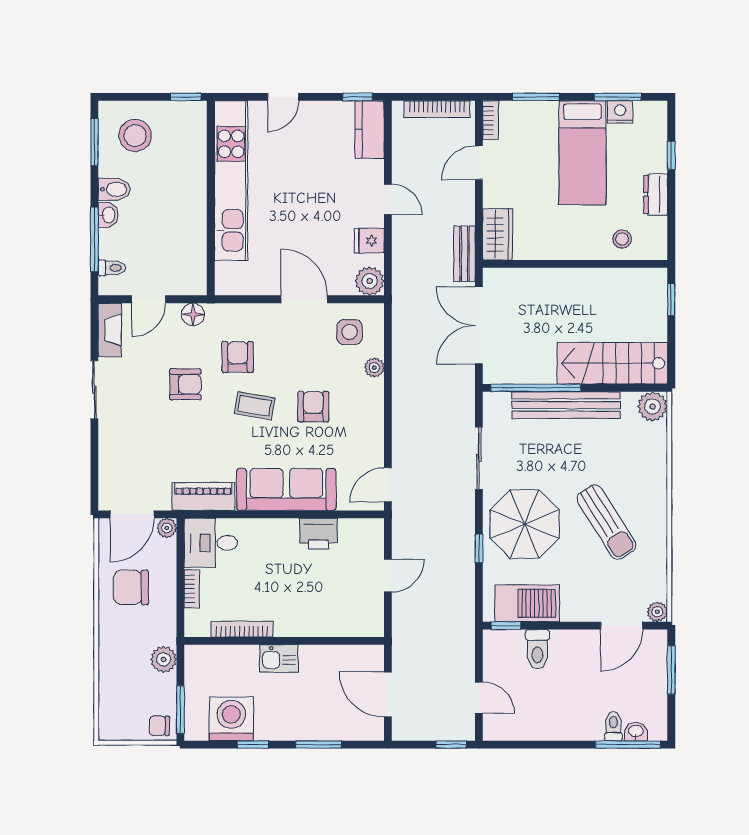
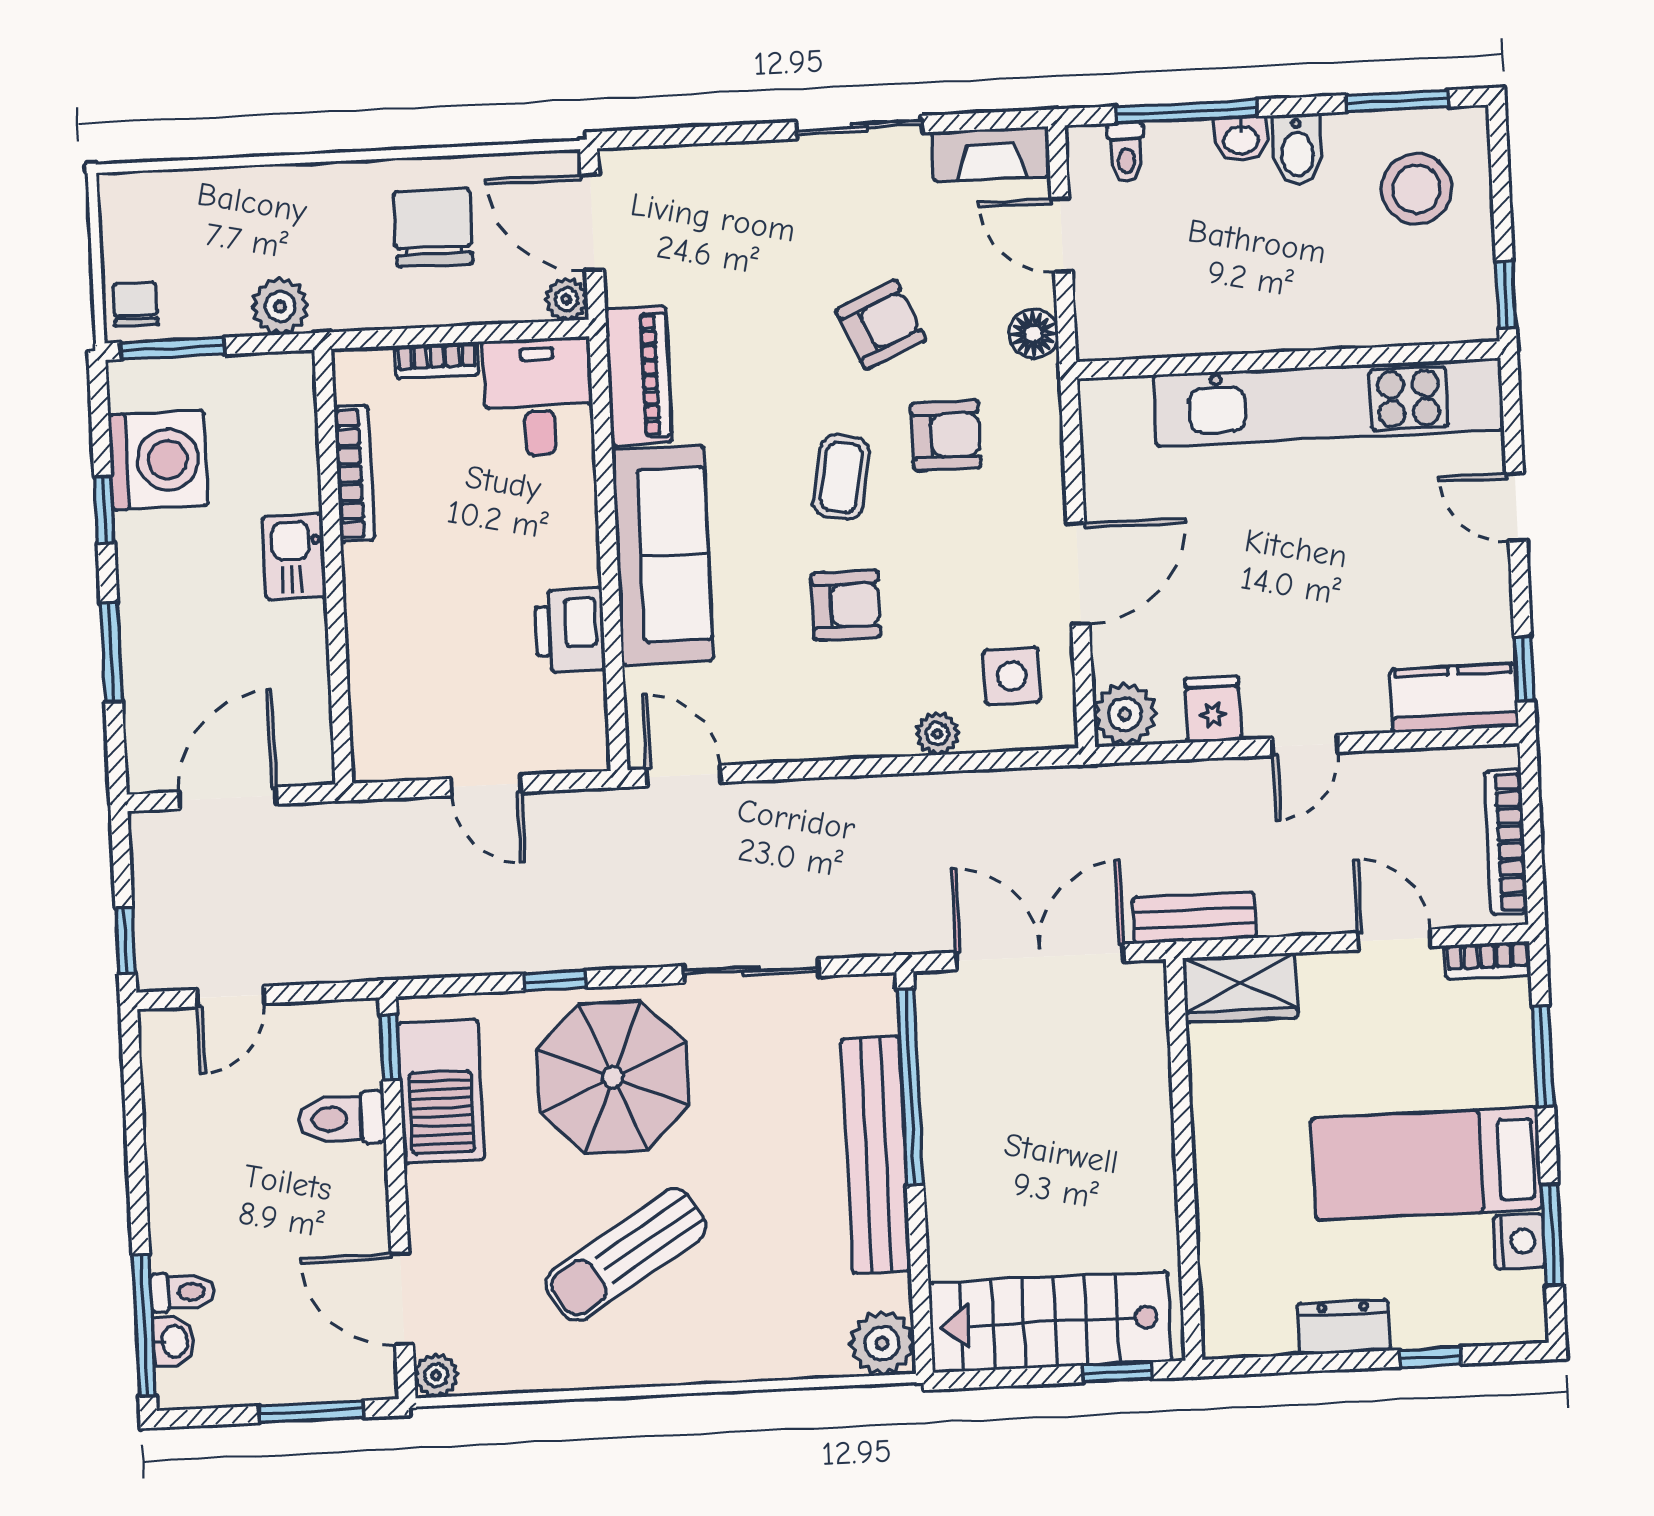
stool: (622, 239) -> (1243, 1259), removed
stairs: (612, 363) -> (1050, 1322), moved, turned -90
armchair: (185, 384) -> (881, 325), turned -114

